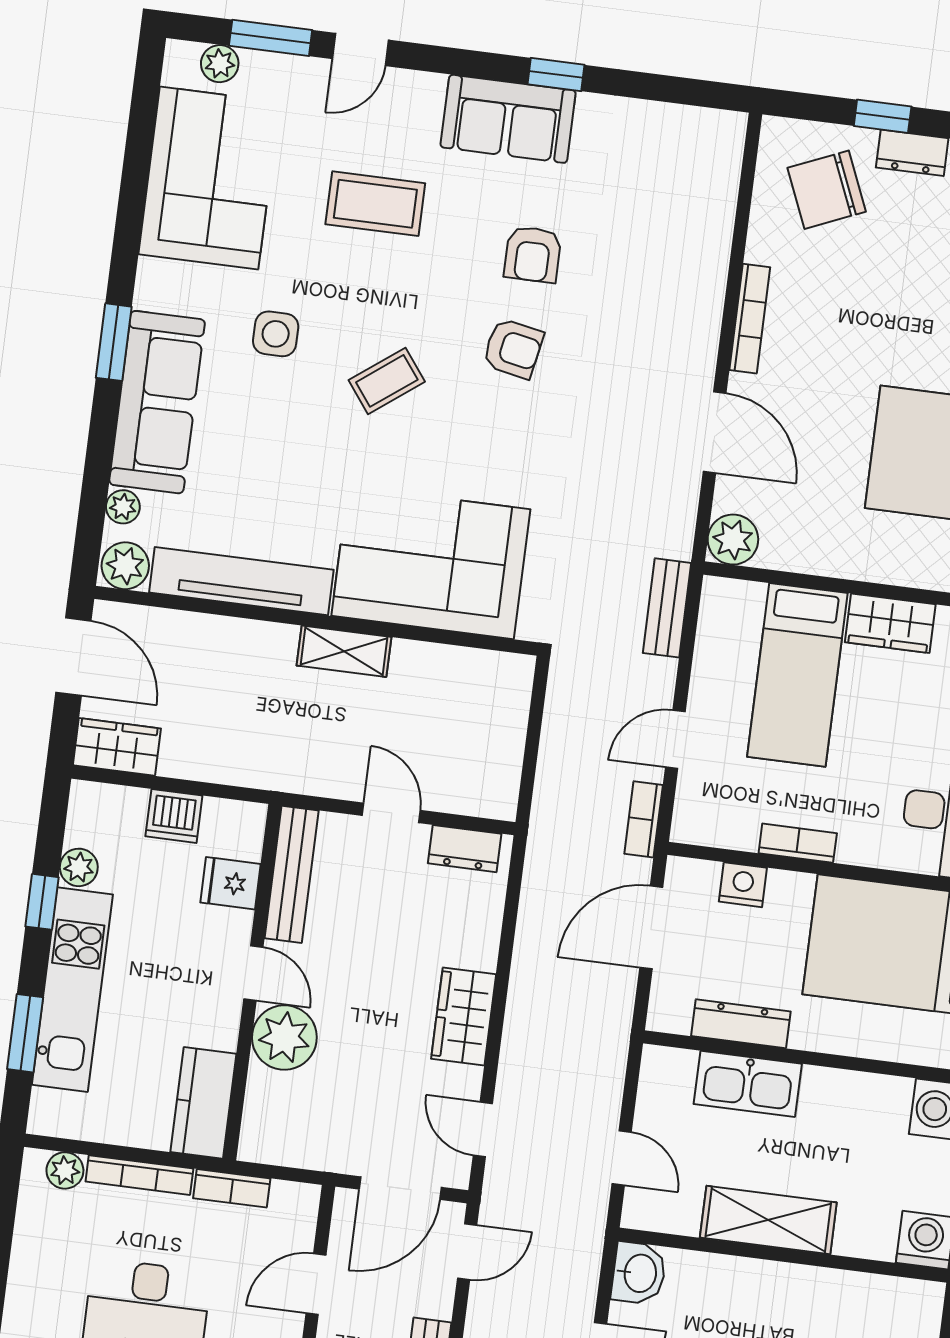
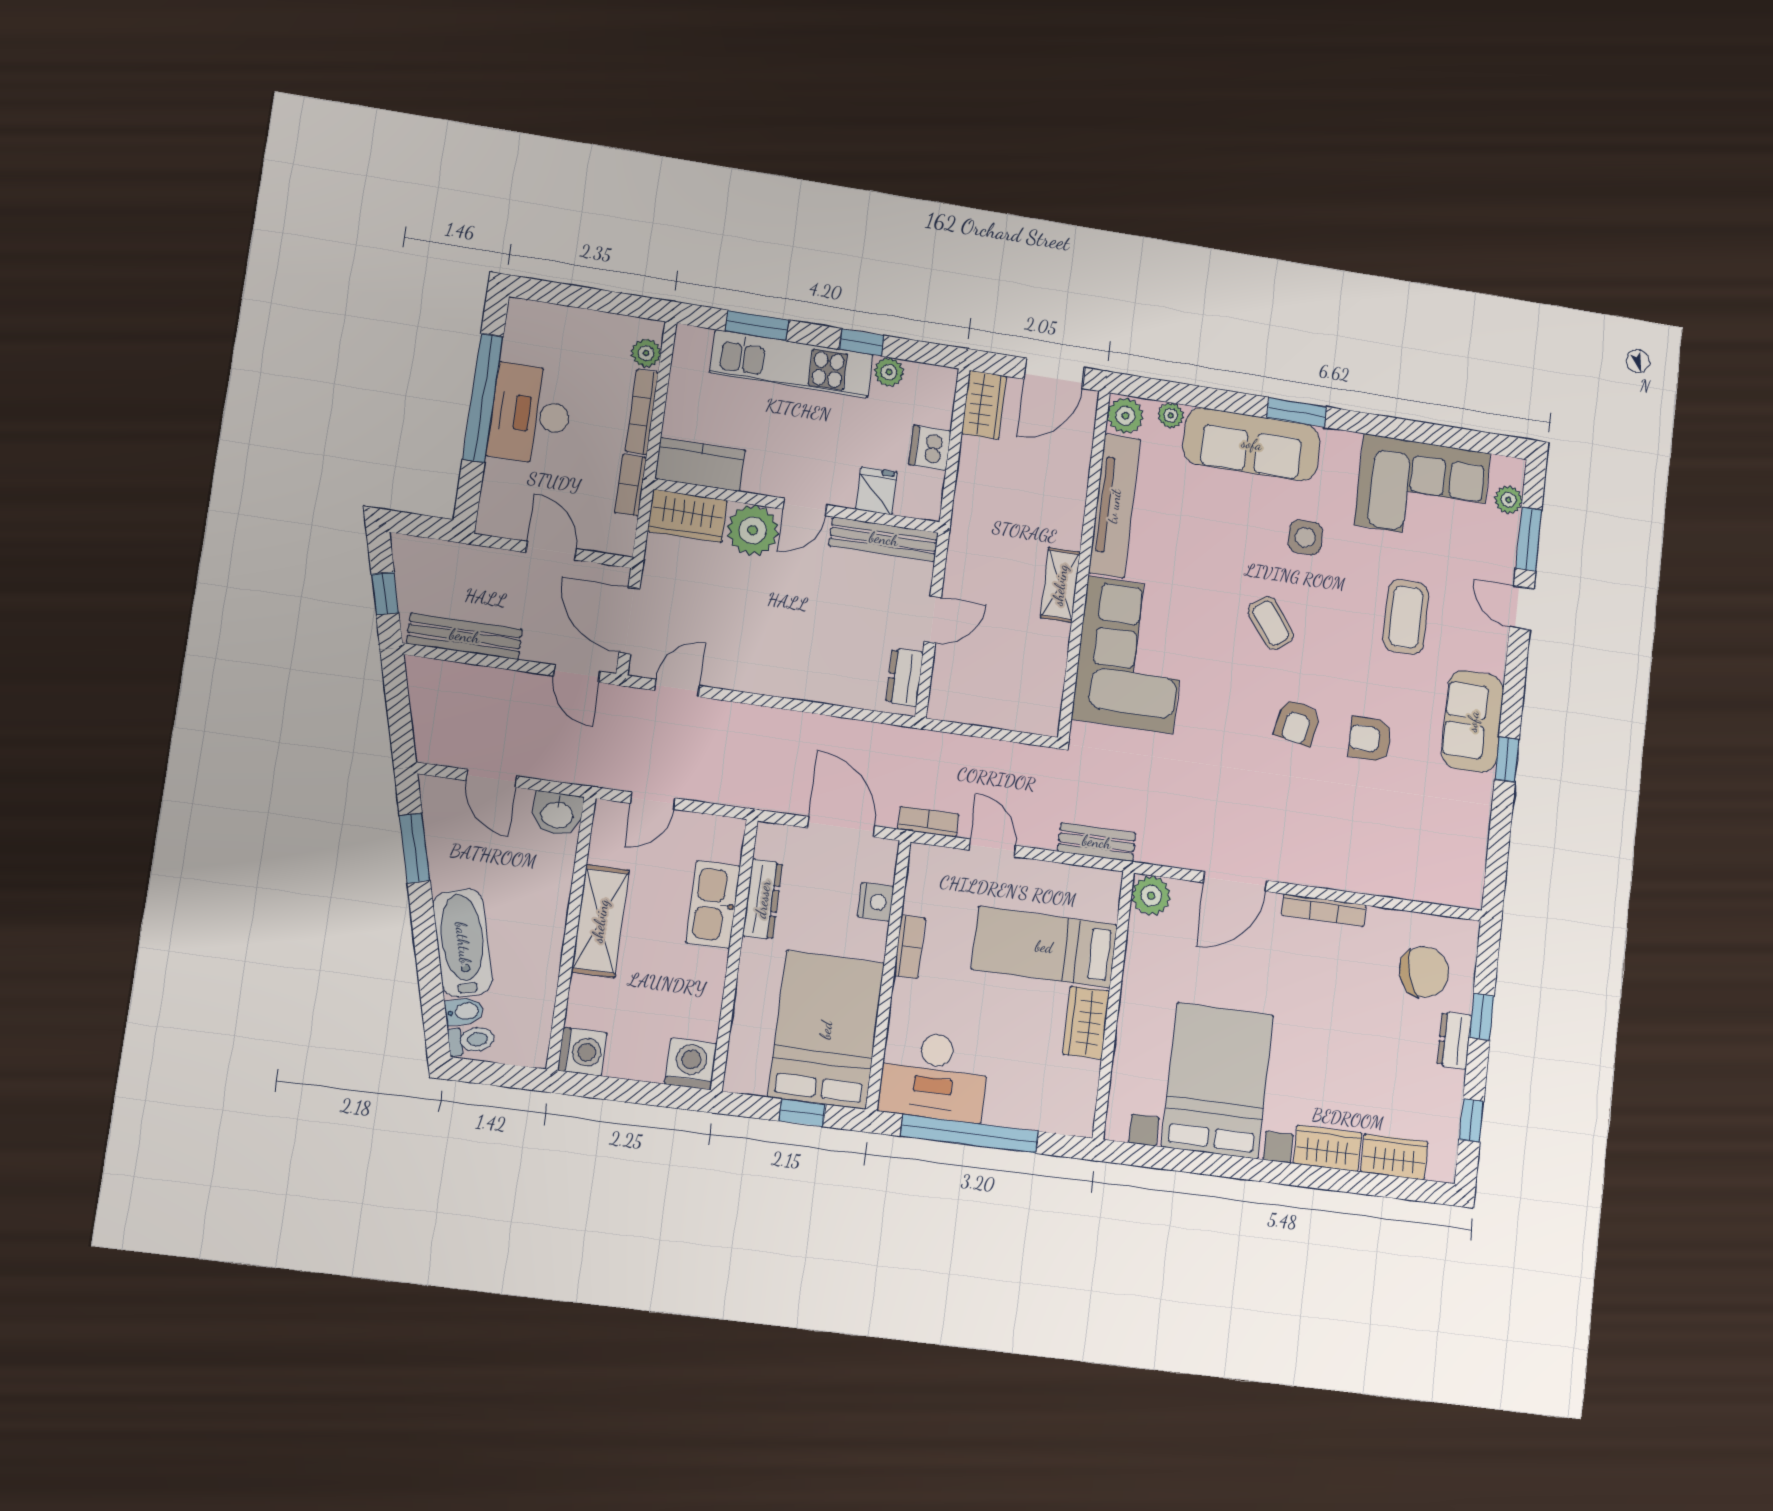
chair: (827, 190) -> (1424, 972), turned 97
wardrobe: (464, 1016) -> (687, 516), moved, turned 180

